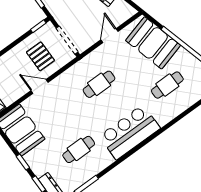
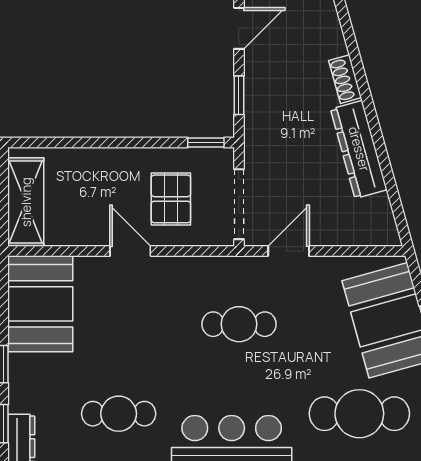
door: (109, 36) -> (289, 251), moved
cafe table: (167, 85) -> (359, 414), width x1.37, depth x1.35

